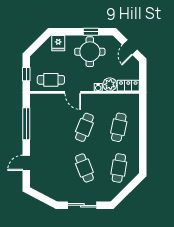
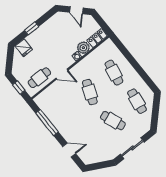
window: (91, 32) -> (32, 28), moved
round table: (90, 52) -> (51, 36), removed
door: (26, 163) -> (69, 150), swing flipped

